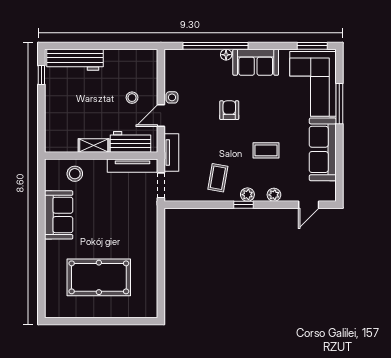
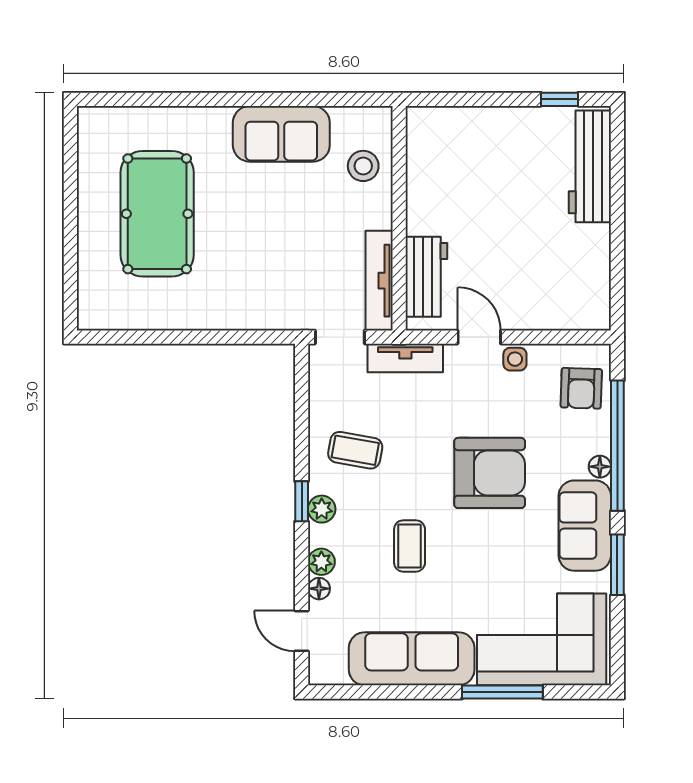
window: (312, 46) -> (617, 565), moved
armchair: (187, 64) -> (581, 388), added
stool: (132, 98) -> (514, 280), removed
armchair: (229, 110) -> (490, 473), width x1.88, depth x1.88
shelving: (94, 145) -> (419, 204), removed
floor lamp: (287, 196) -> (319, 589), added

